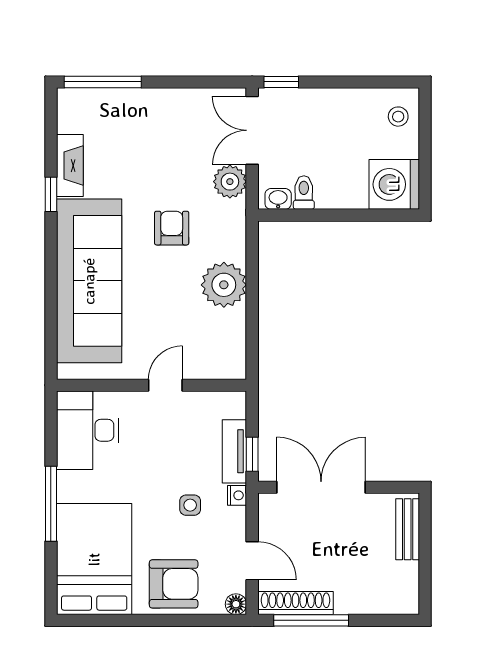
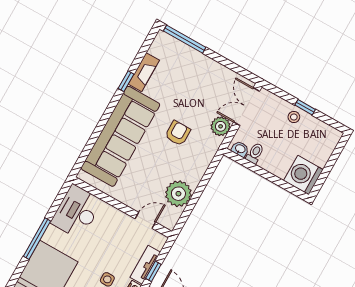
window: (281, 82) -> (305, 107), moved
stool: (398, 117) -> (294, 117), moved
plant: (224, 285) -> (178, 194), moved
door: (165, 385) -> (145, 220), moved

